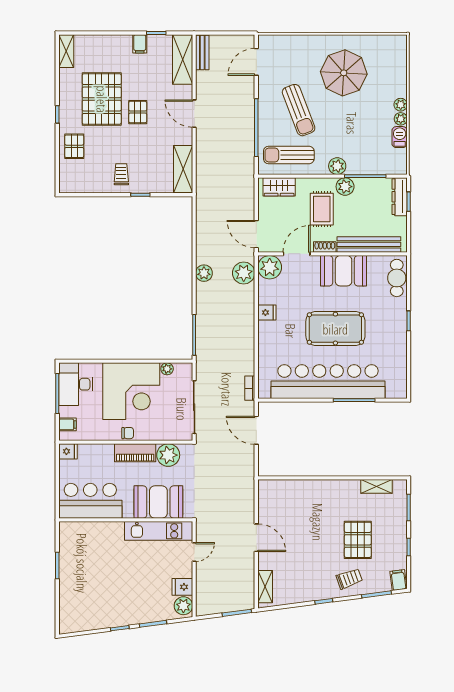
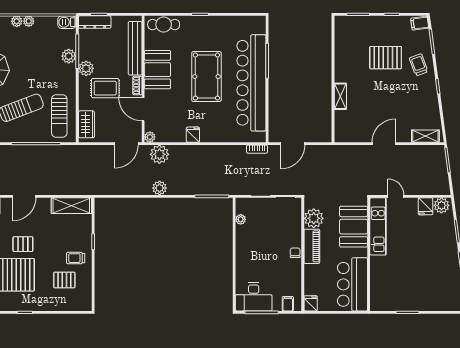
barbecue: (400, 137) -> (67, 22), moved
pallet: (74, 146) -> (64, 280), moved
plant: (337, 166) -> (69, 56), moved
plant: (270, 267) -> (150, 137), width x0.53, depth x0.53
corner desk: (131, 391) -> (260, 250), removed
shelving: (377, 486) -> (340, 96), moved

